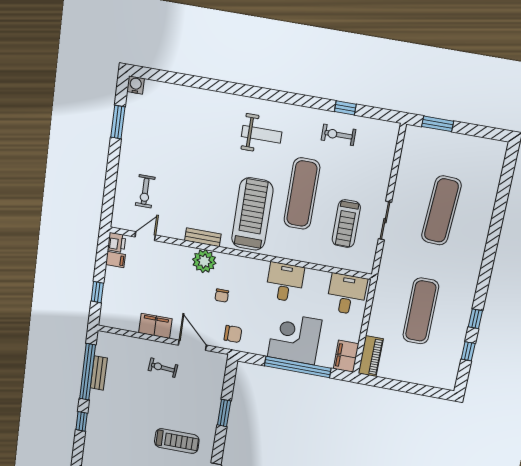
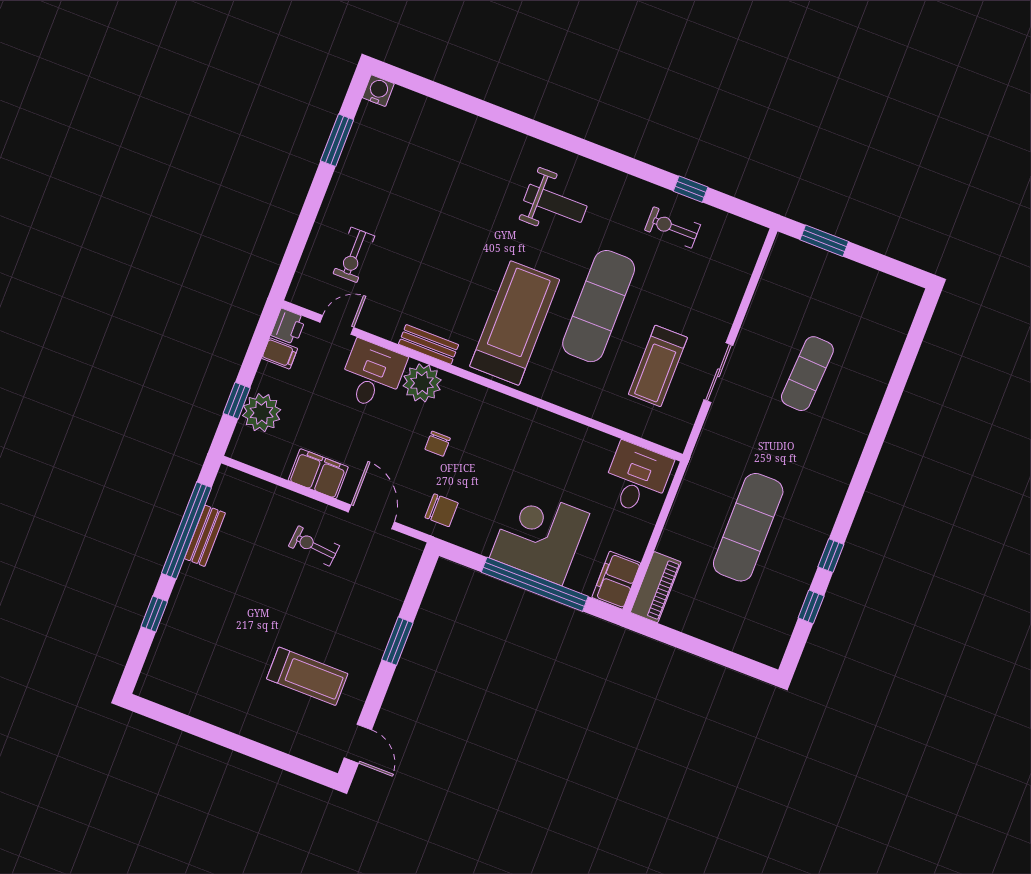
exercise mat: (441, 210) -> (807, 374), width x0.73, depth x0.69
desk: (285, 282) -> (372, 375), moved
plant: (114, 296) -> (262, 413), added

